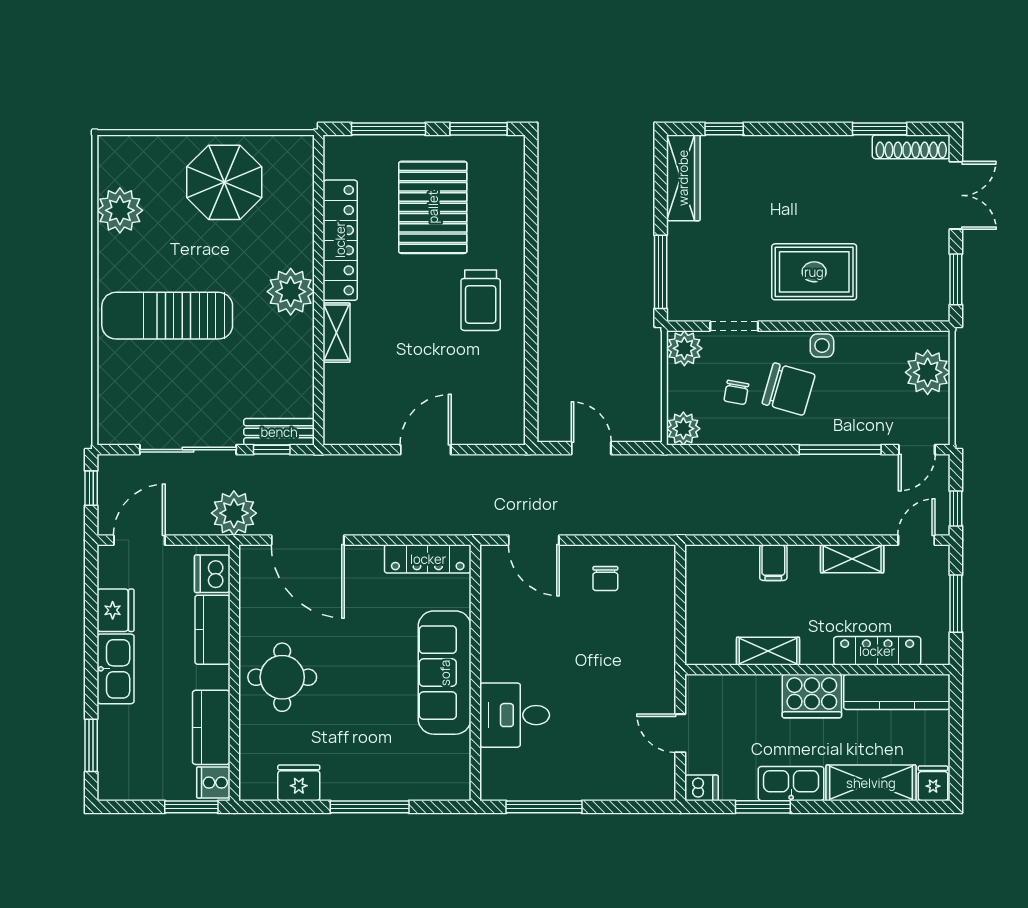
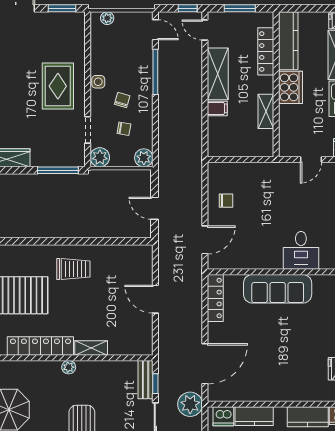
plant: (291, 292) -> (69, 367), width x0.53, depth x0.53
plant: (928, 372) -> (107, 18), width x0.53, depth x0.53
chair: (789, 389) -> (122, 100), width x0.54, depth x0.54
door: (591, 448) -> (155, 208), hinge flipped
shelving: (852, 559) -> (218, 74), width x1.50, depth x1.33
round table: (282, 677) -> (280, 378), removed

